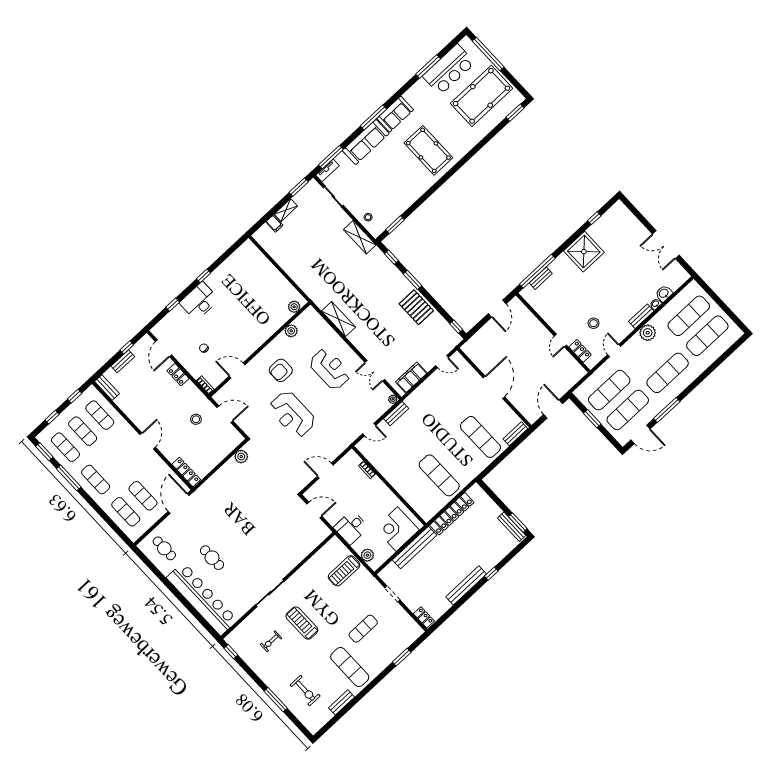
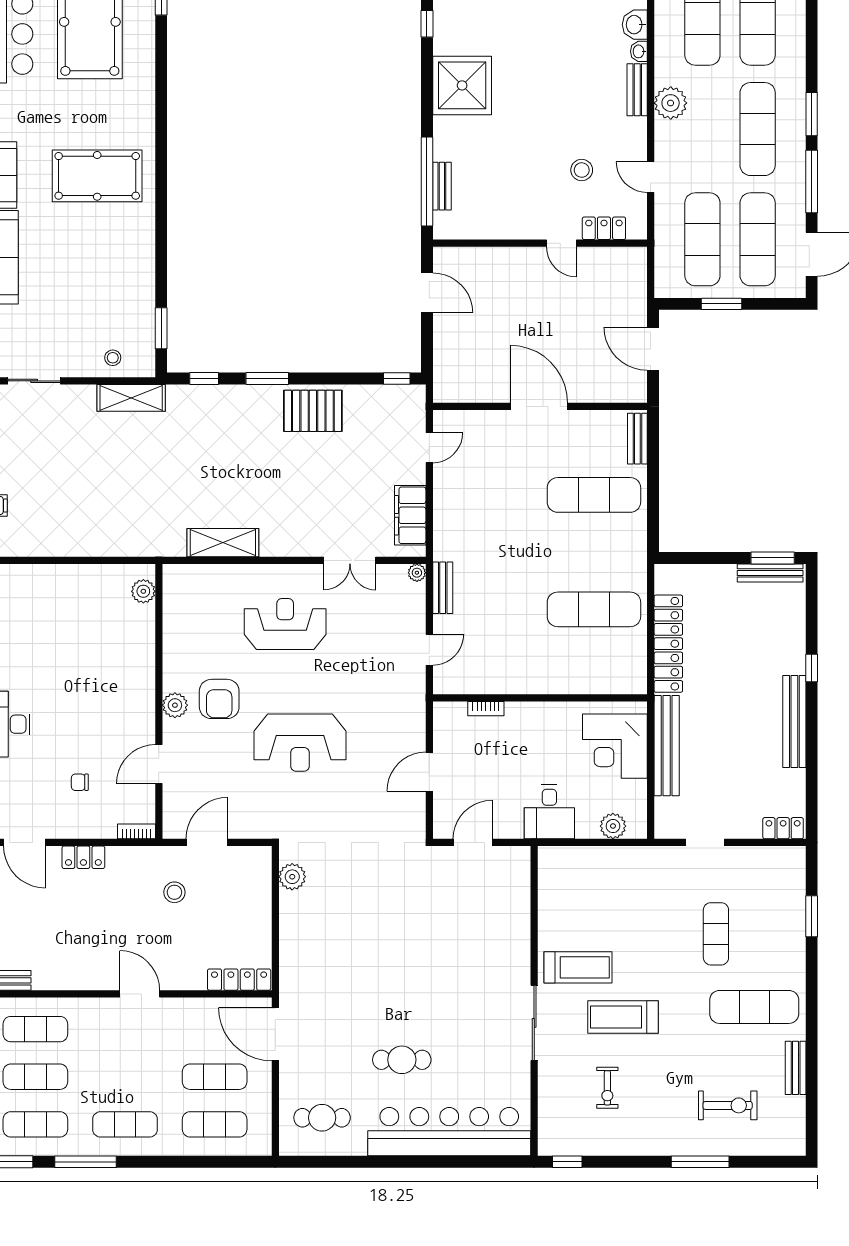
plant: (291, 331) -> (175, 705), moved
window: (691, 387) -> (812, 114), added
treadmill: (344, 571) -> (578, 967), moved, turned -90

